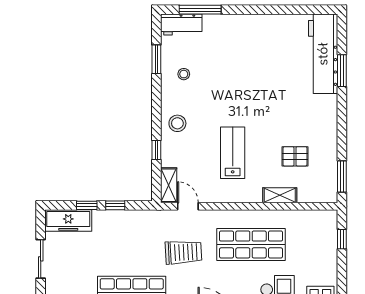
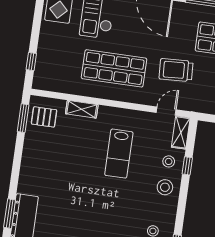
stool: (177, 152) -> (169, 161), added
pallet: (295, 156) -> (44, 117), moved
door: (188, 206) -> (166, 111), swing flipped

